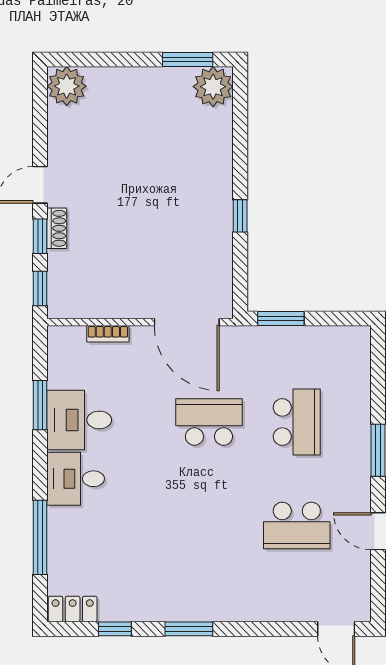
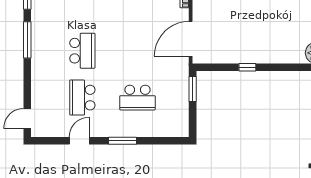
school desk: (209, 422) -> (82, 51), moved
window: (189, 629) -> (27, 40), width x1.44

